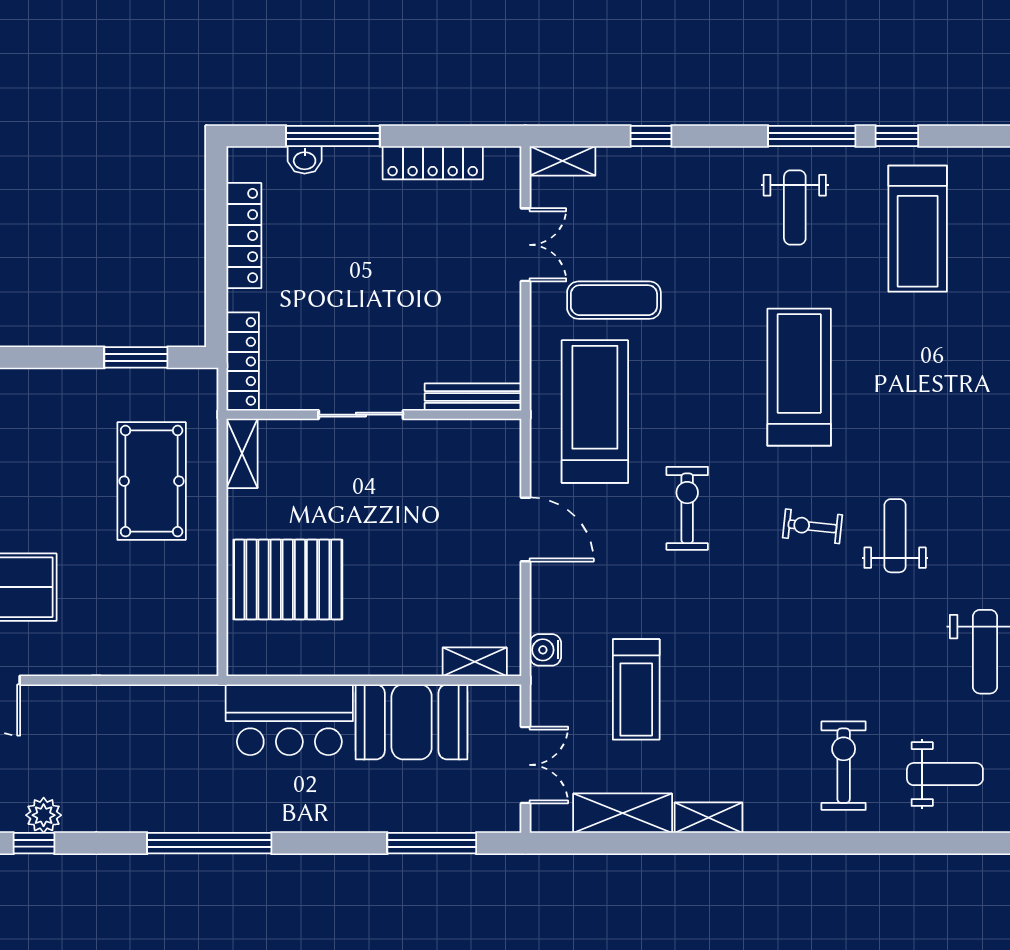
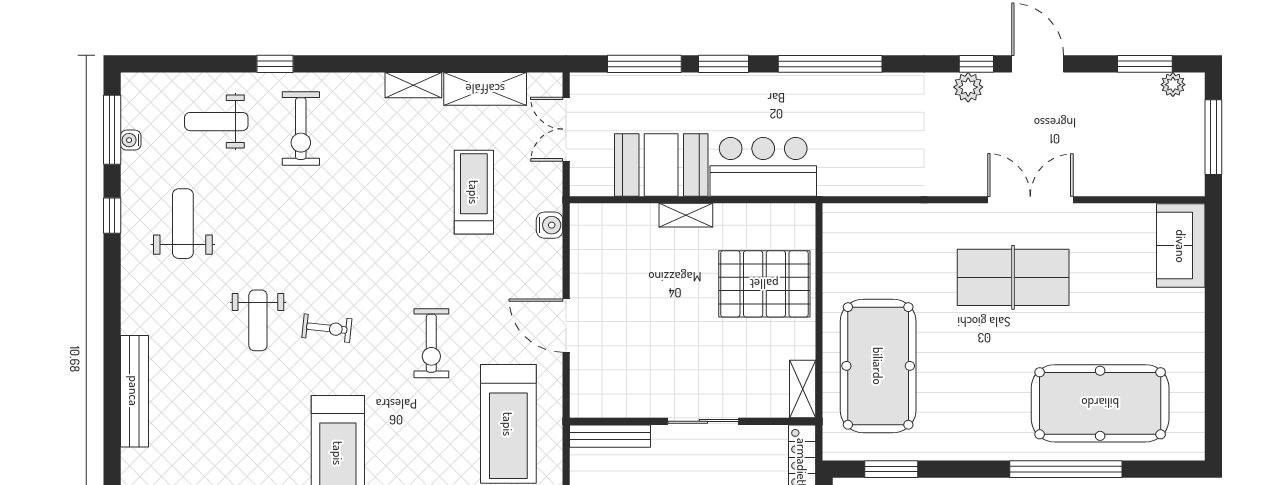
pool table: (152, 481) -> (878, 366), width x1.36, depth x1.32
shelving: (475, 662) -> (686, 215), moved
window: (337, 843) -> (724, 64), added
window: (874, 843) -> (275, 64), added

